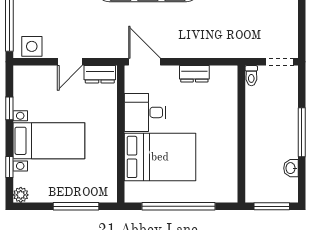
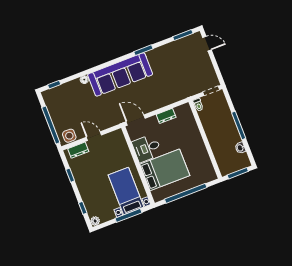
door: (70, 62) -> (94, 136), swing flipped
dresser: (100, 74) -> (78, 150), moved
bed with nightstands: (49, 141) -> (126, 191), moved, turned -90

